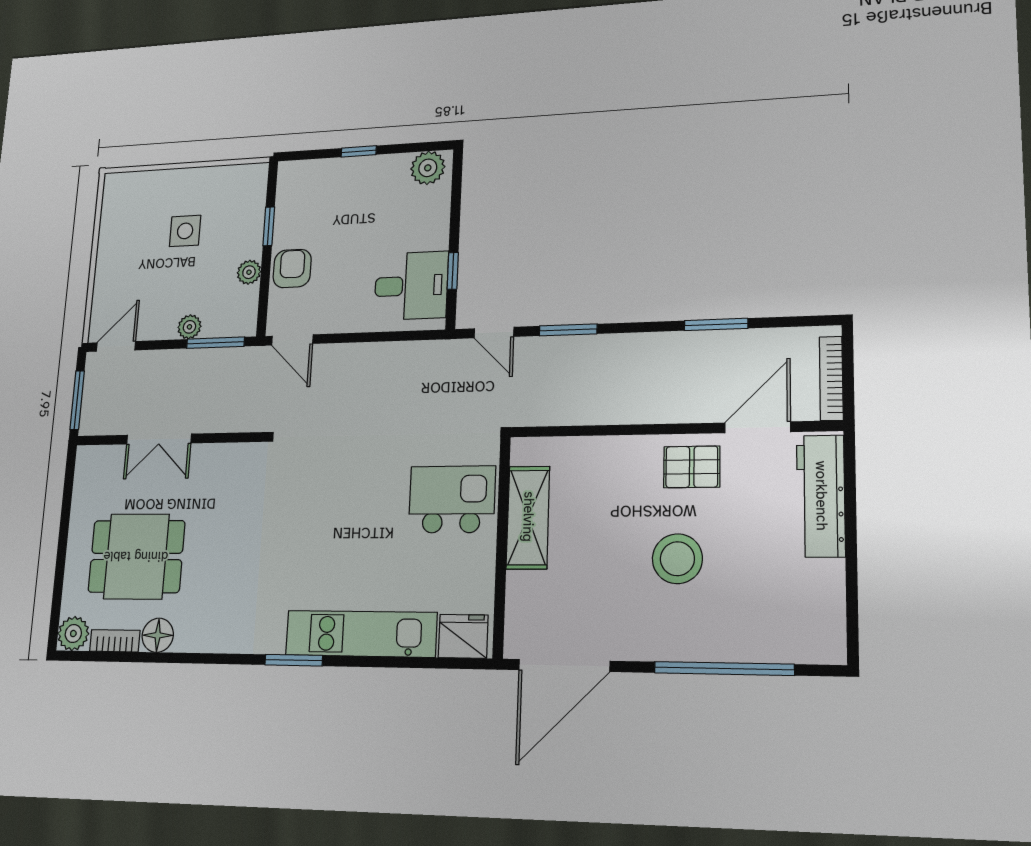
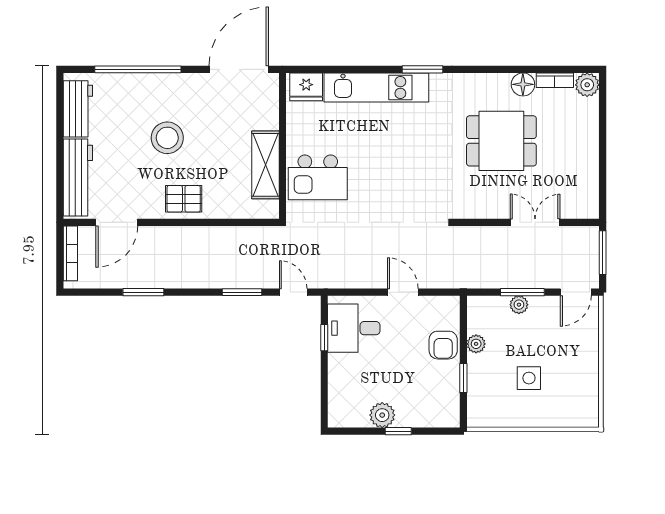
plant: (428, 168) -> (382, 415), moved
door: (292, 340) -> (403, 292), moved
window: (215, 343) -> (522, 292), moved
pallet: (692, 467) -> (184, 199), moved
dining table: (136, 556) -> (501, 141), moved
workbench: (822, 606) -> (78, 109), added

